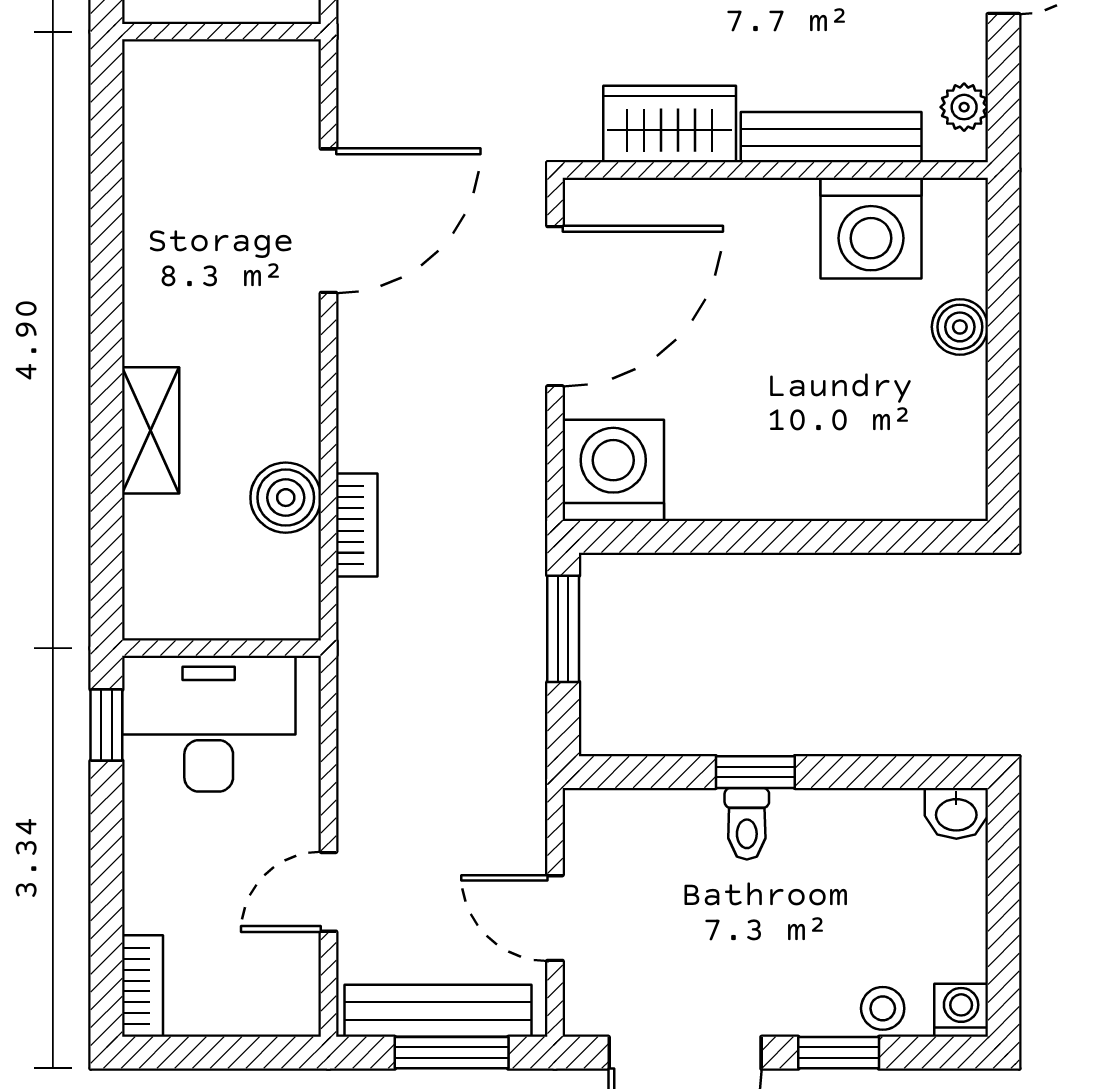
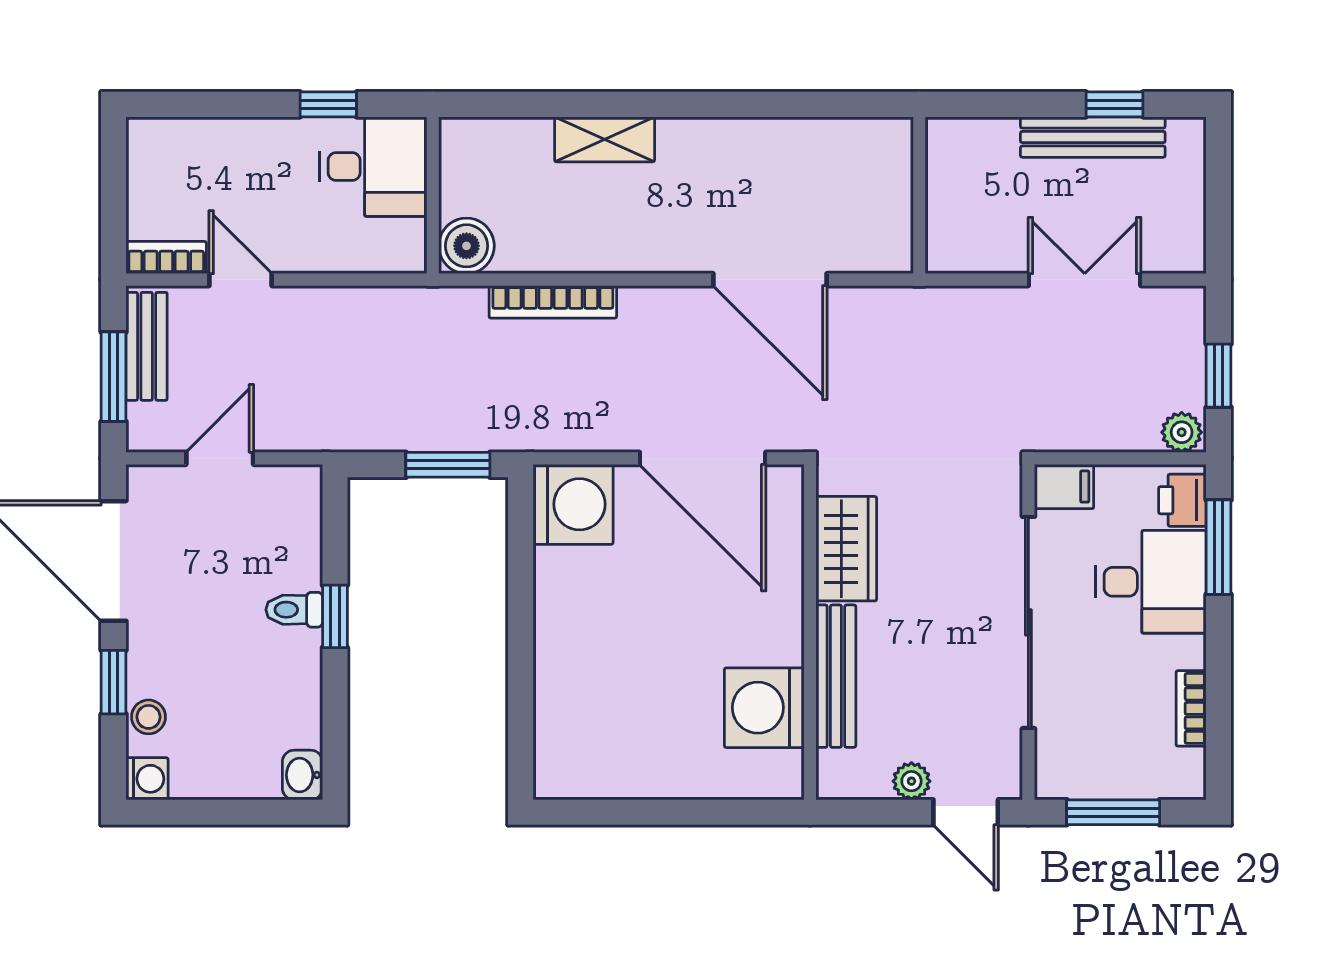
plant: (964, 107) -> (911, 781), moved
boiler: (960, 327) -> (686, 778), removed
boiler: (286, 498) -> (466, 246), moved
bookcase: (357, 525) -> (553, 302), width x1.56
desk: (209, 724) -> (373, 167), width x0.73
window: (106, 725) -> (328, 104), moved
bookcase: (143, 986) -> (166, 258), moved, turned 180
bench: (438, 1011) -> (147, 346), width x0.73

